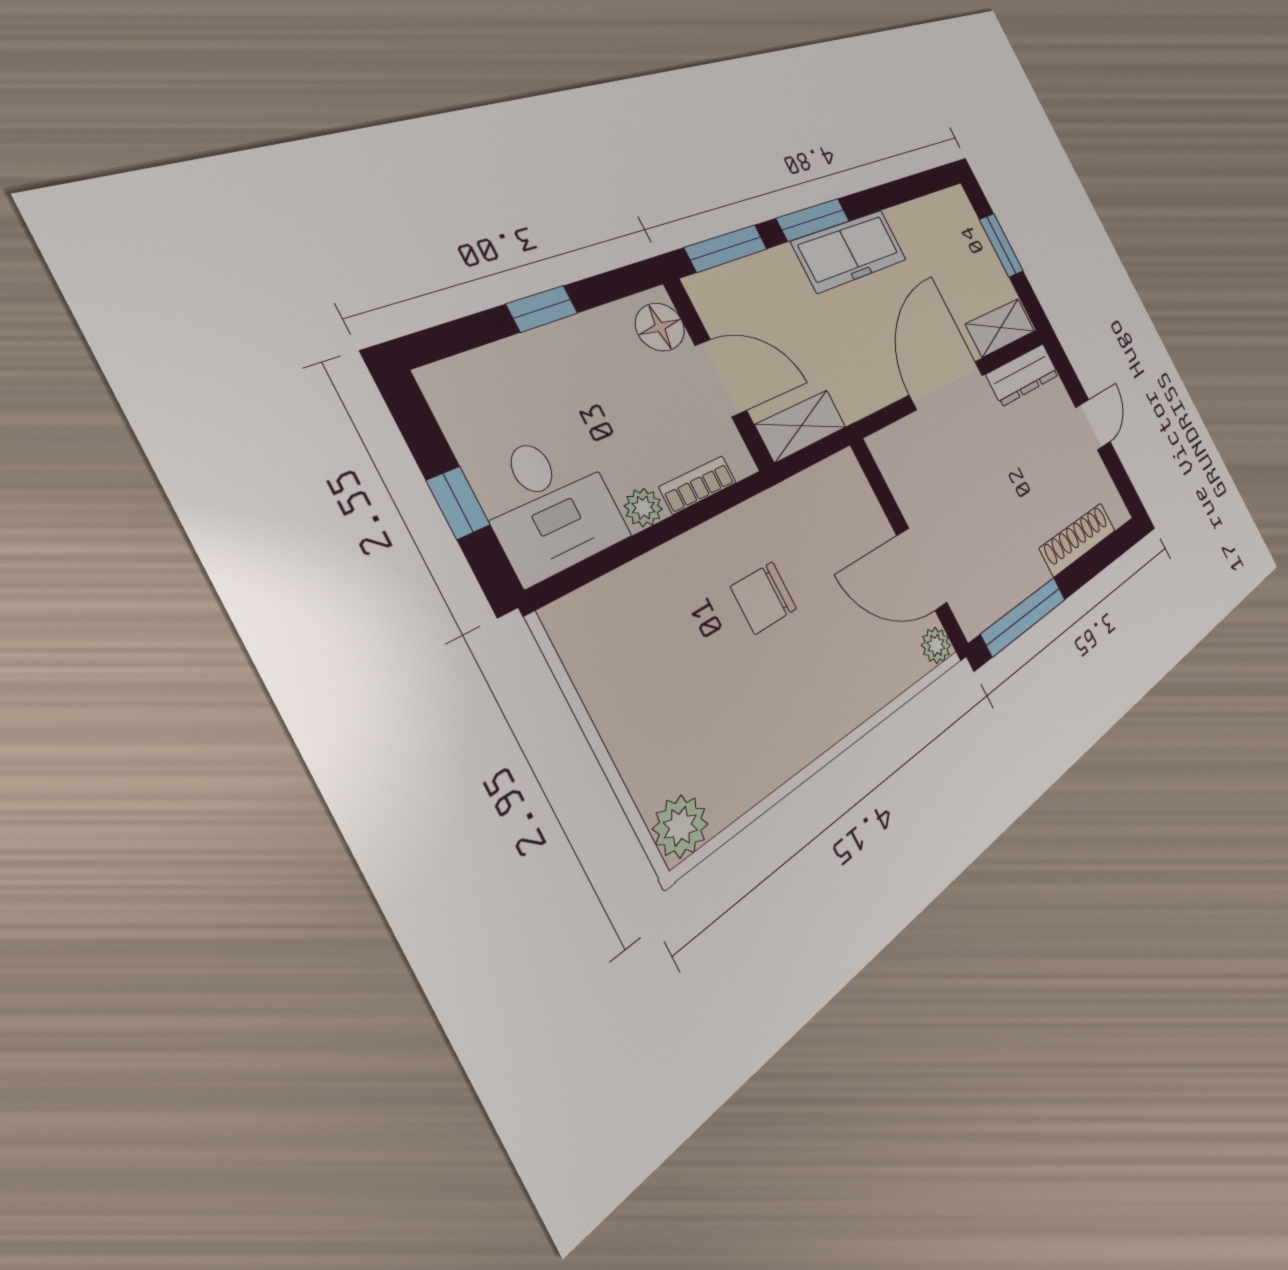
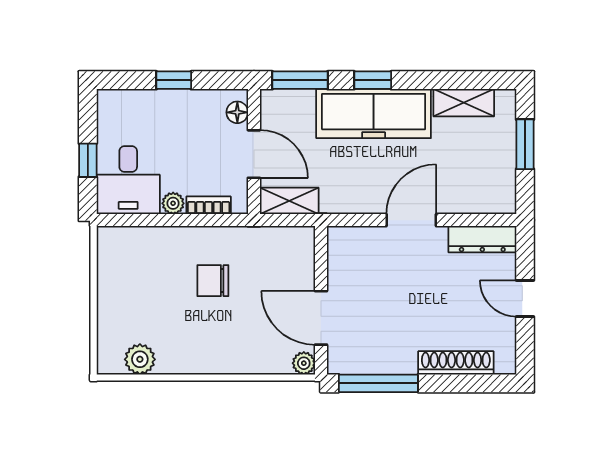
window: (813, 220) -> (373, 80), width x0.67
freezer: (850, 251) -> (374, 114), width x1.36, depth x1.26
floor lamp: (660, 327) -> (237, 112), width x0.73, depth x0.73
shelving: (1001, 328) -> (464, 103), moved
door: (947, 385) -> (411, 220), width x0.73
door: (1093, 425) -> (525, 298), swing flipped
plant: (680, 826) -> (140, 359), moved

